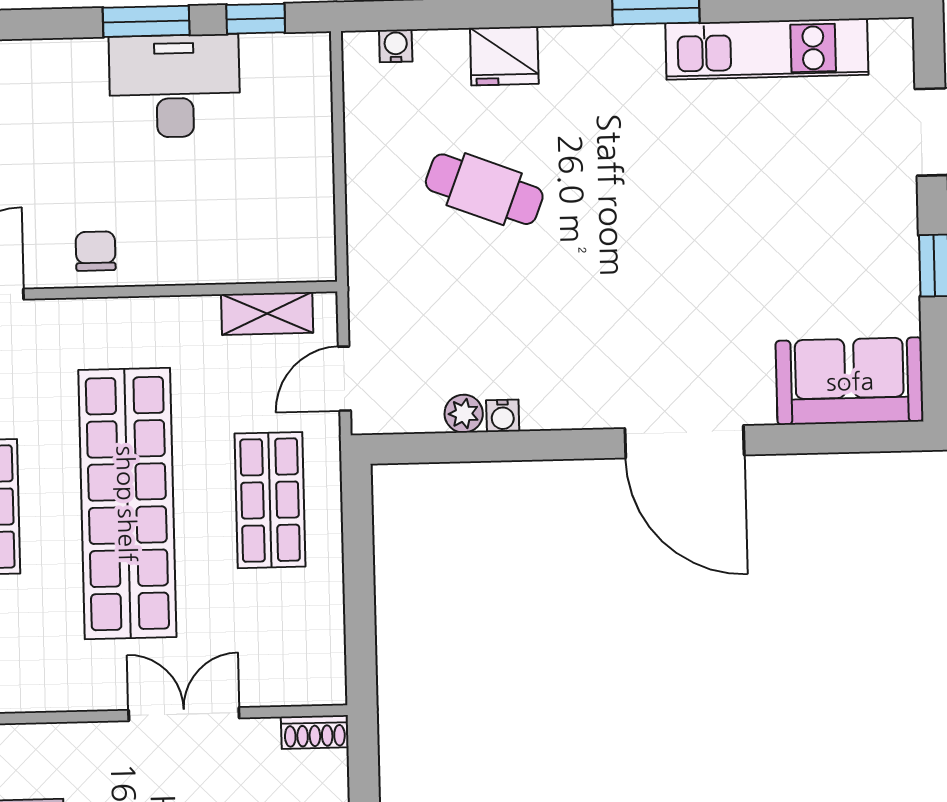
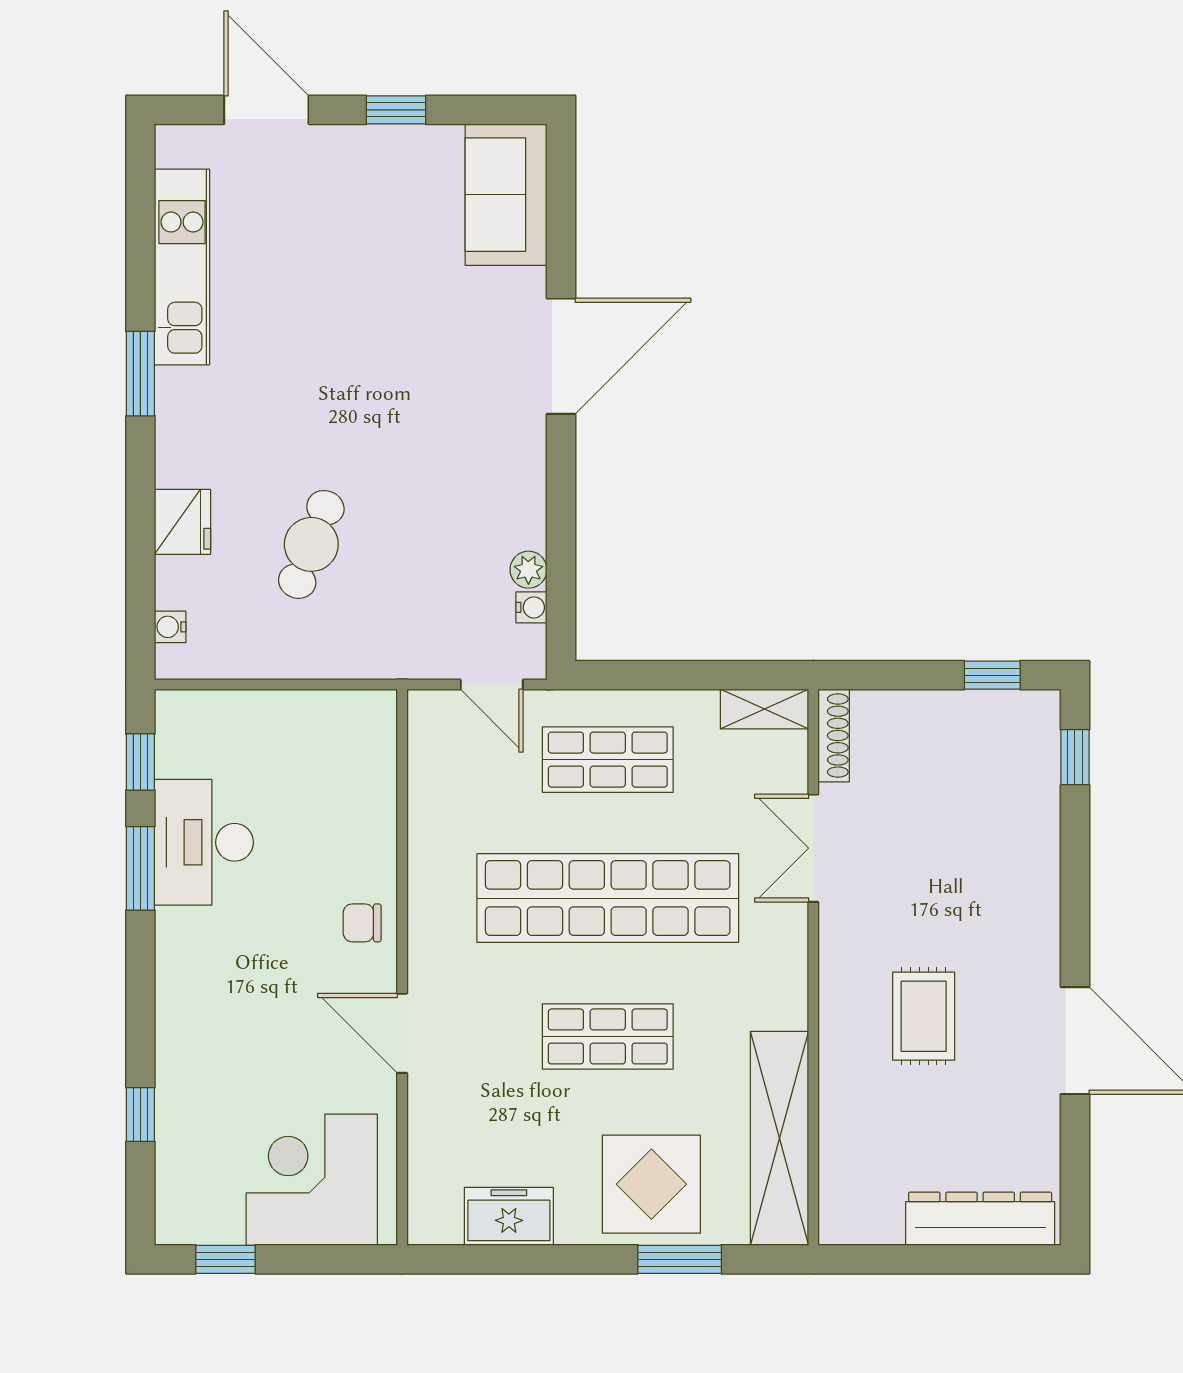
shelving: (267, 313) -> (764, 709), moved, turned 90
water cooler: (503, 416) -> (531, 607), moved
shoe rack: (315, 732) -> (834, 736), width x1.43

